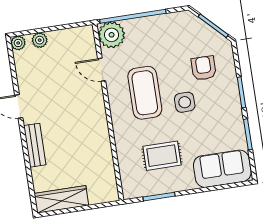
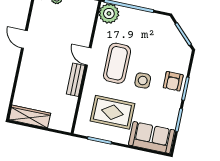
armchair: (204, 68) -> (173, 81), moved, turned 180
door: (102, 70) -> (88, 56), moved
bench: (35, 145) -> (76, 80), moved
rug: (162, 156) -> (112, 112), width x1.36, depth x1.43

